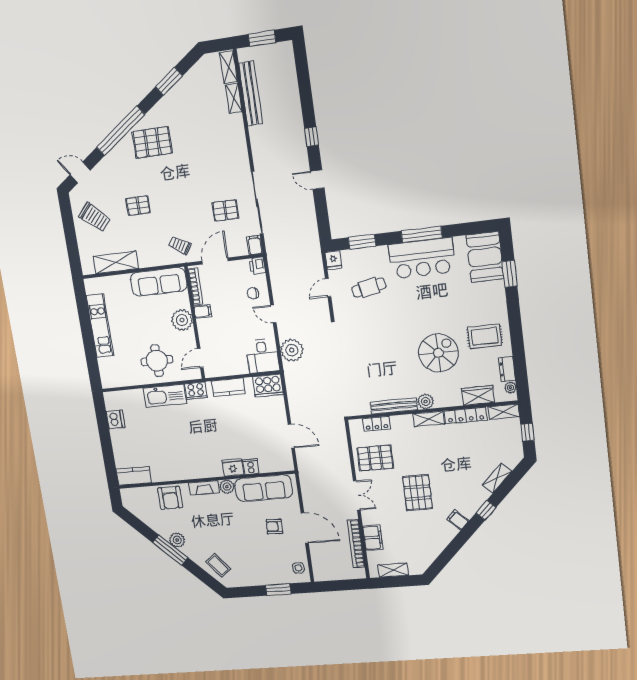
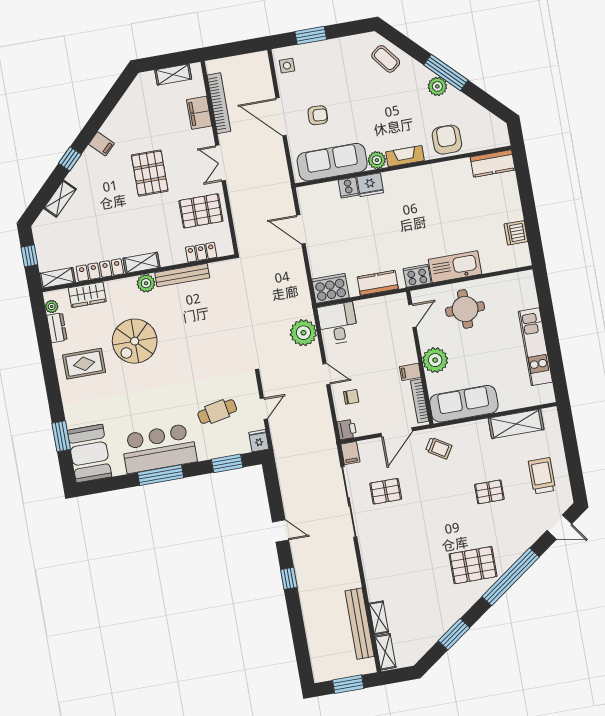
trolley: (95, 217) -> (542, 476), turned 48

